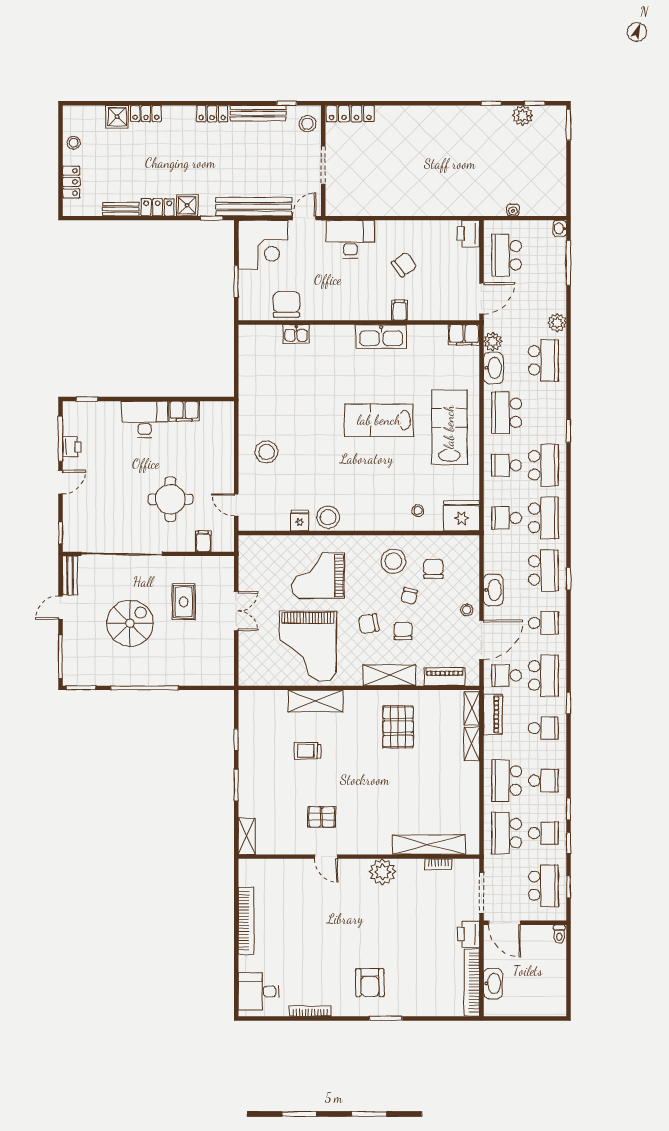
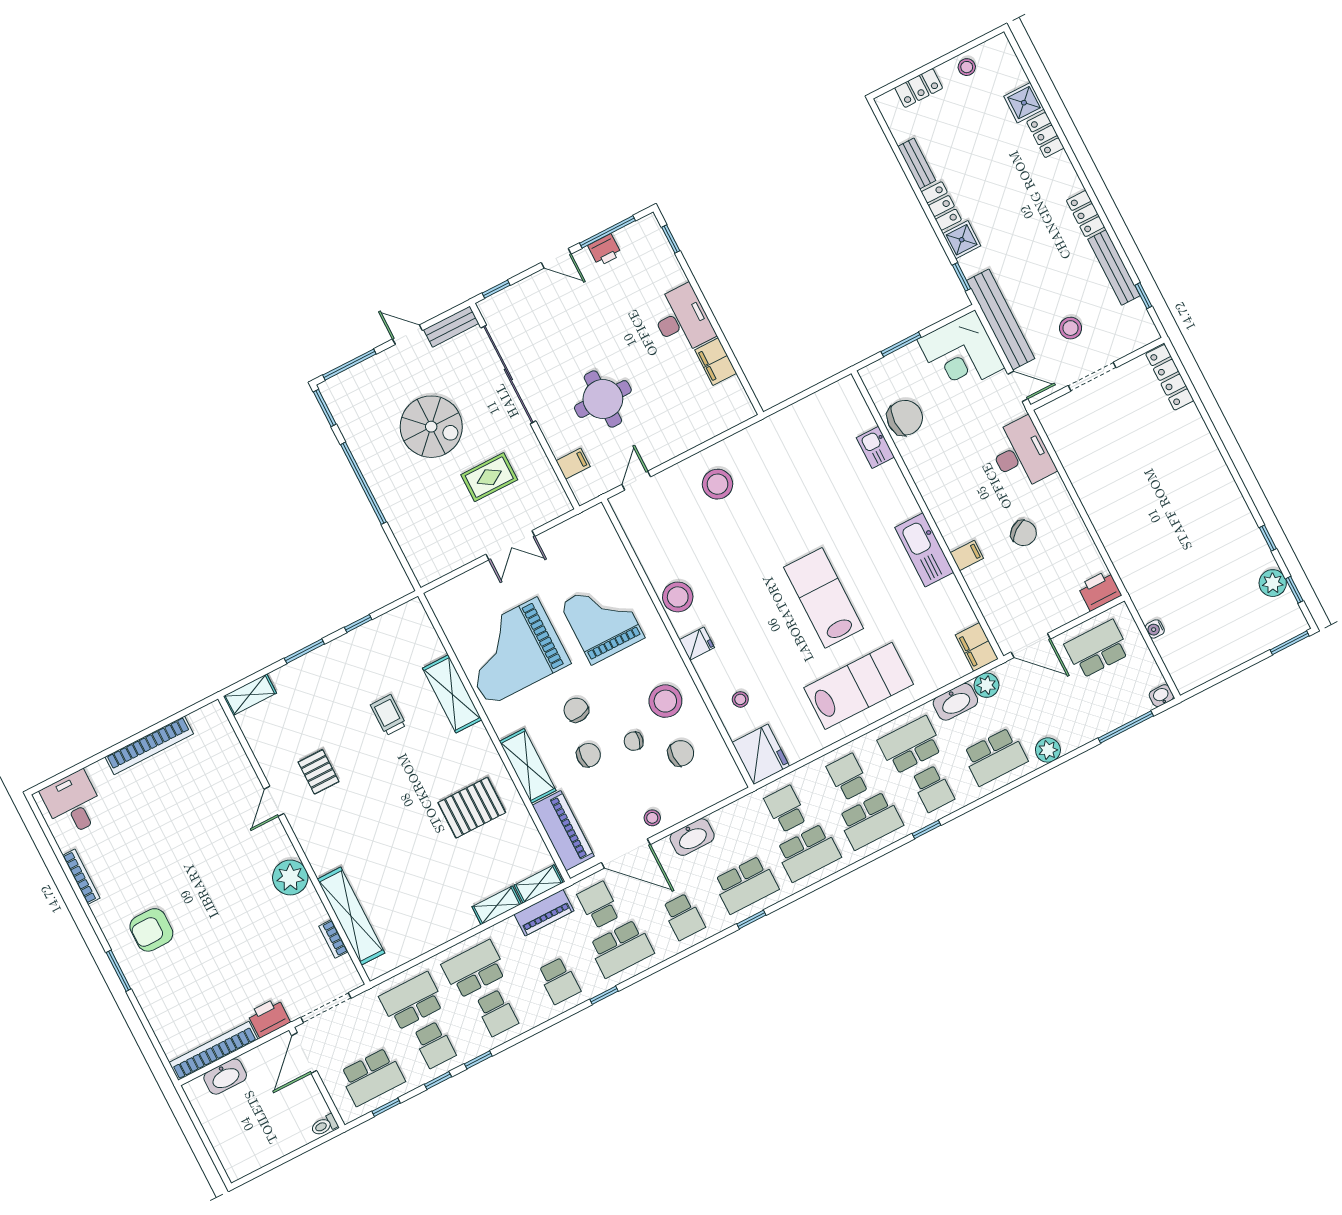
stool: (308, 124) -> (1071, 328), moved
school desk: (543, 413) -> (933, 789), added
fridge: (300, 520) -> (697, 644), moved
piano: (445, 677) -> (563, 831), width x1.37, depth x1.33

